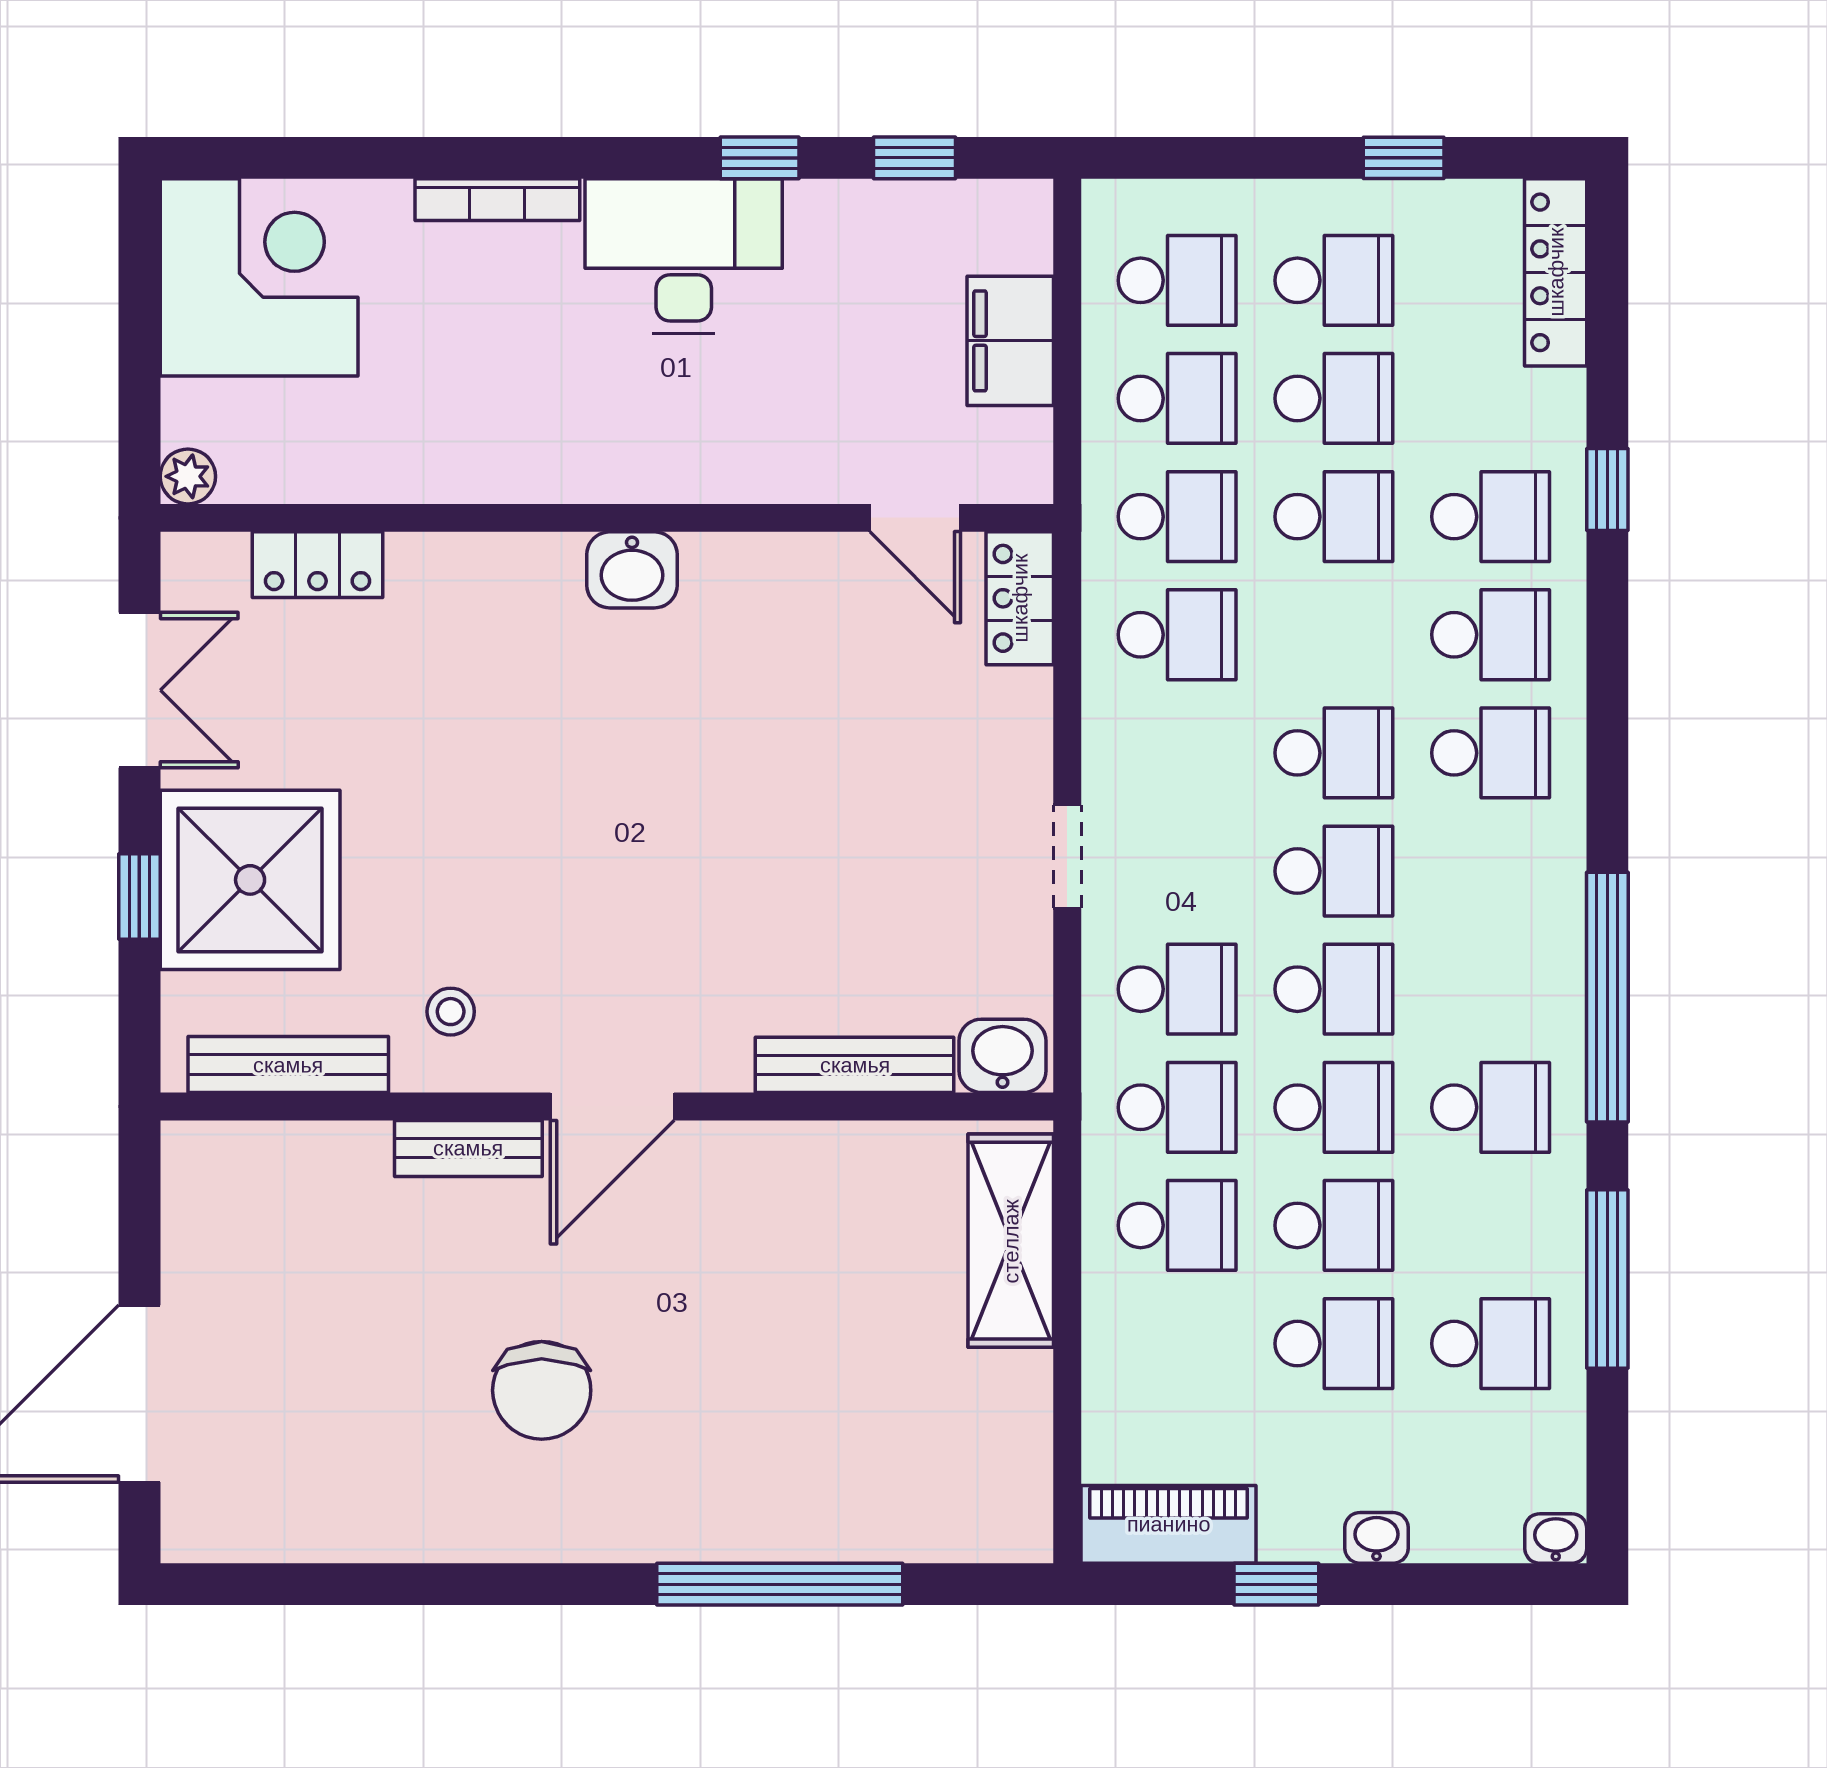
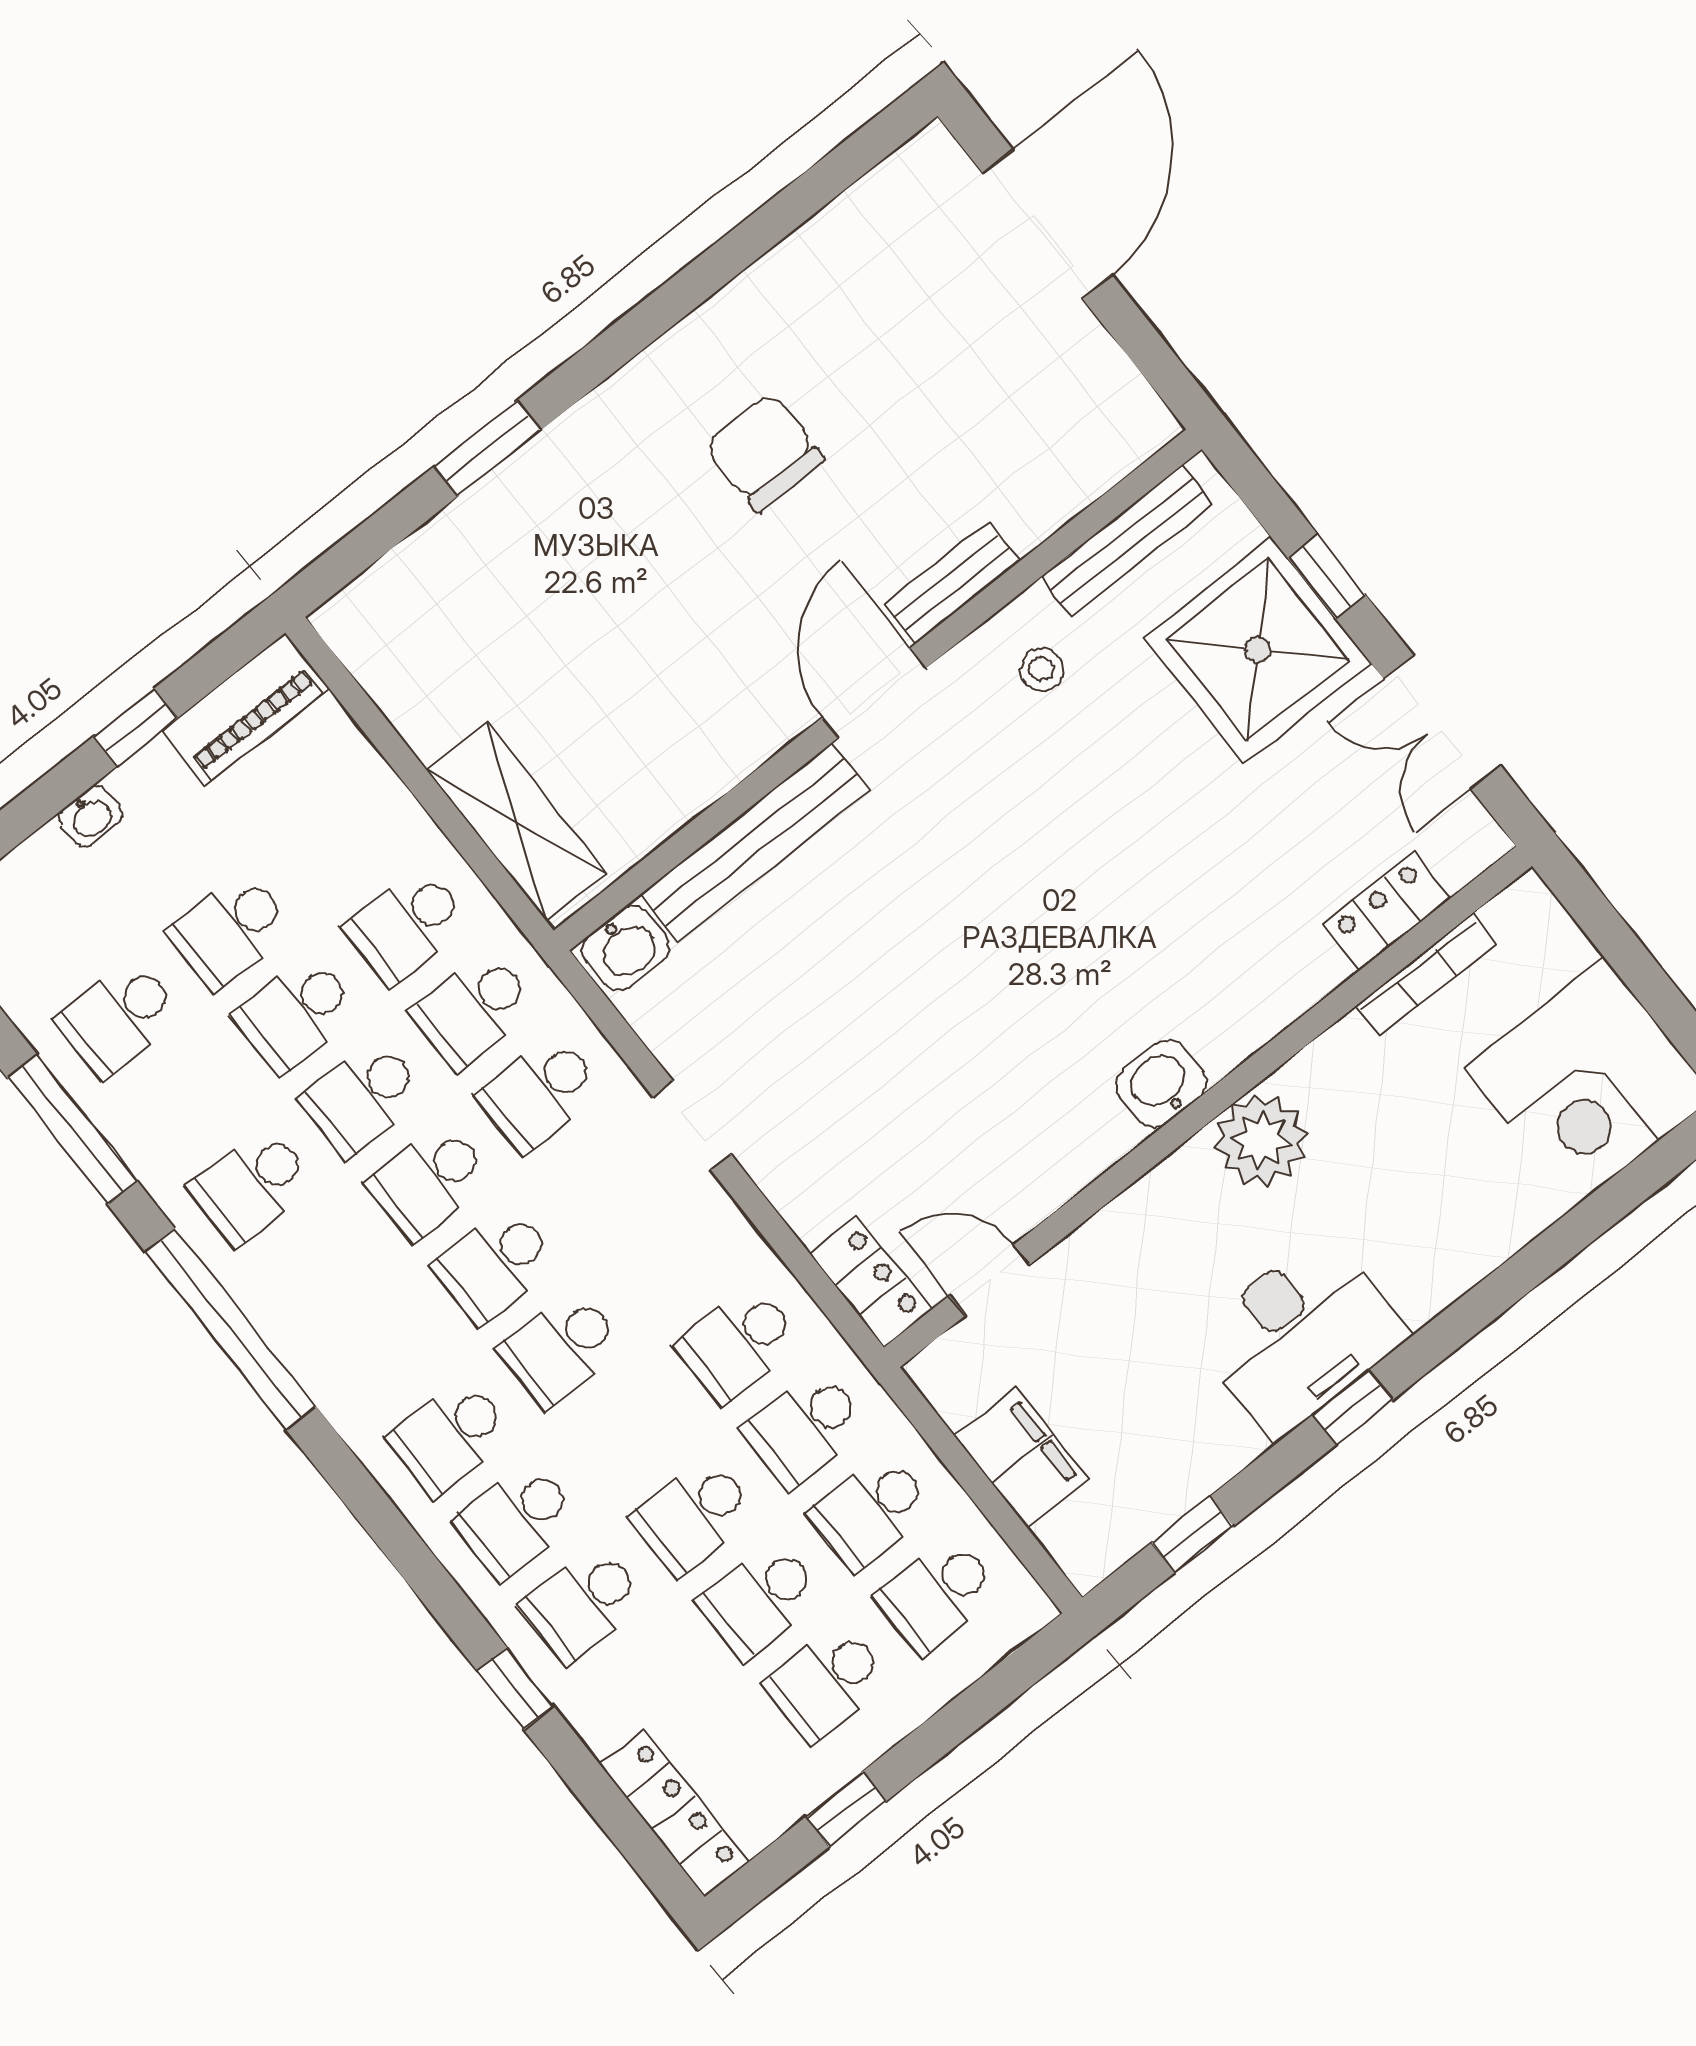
window: (760, 158) -> (1353, 1407), moved
bookcase: (497, 200) -> (1426, 975), moved, turned 180
plant: (188, 476) -> (1261, 1140), moved, width x1.87, depth x1.87
bench: (855, 1065) -> (755, 842), width x1.37, depth x1.21
window: (780, 1584) -> (487, 449), width x0.47

